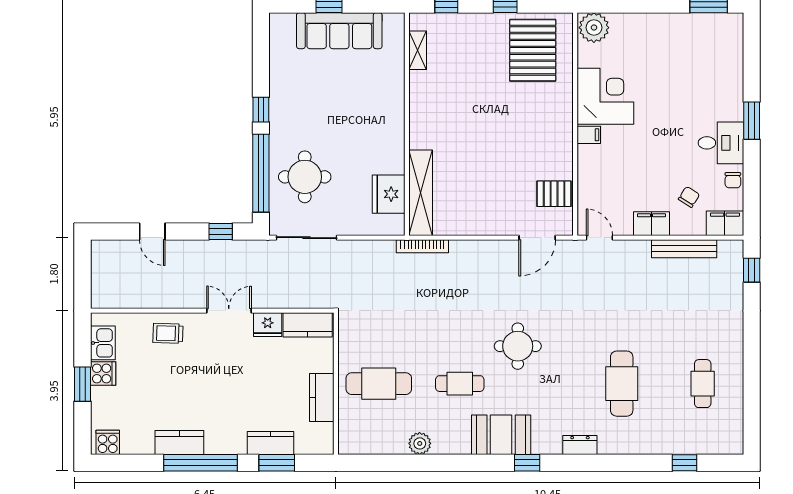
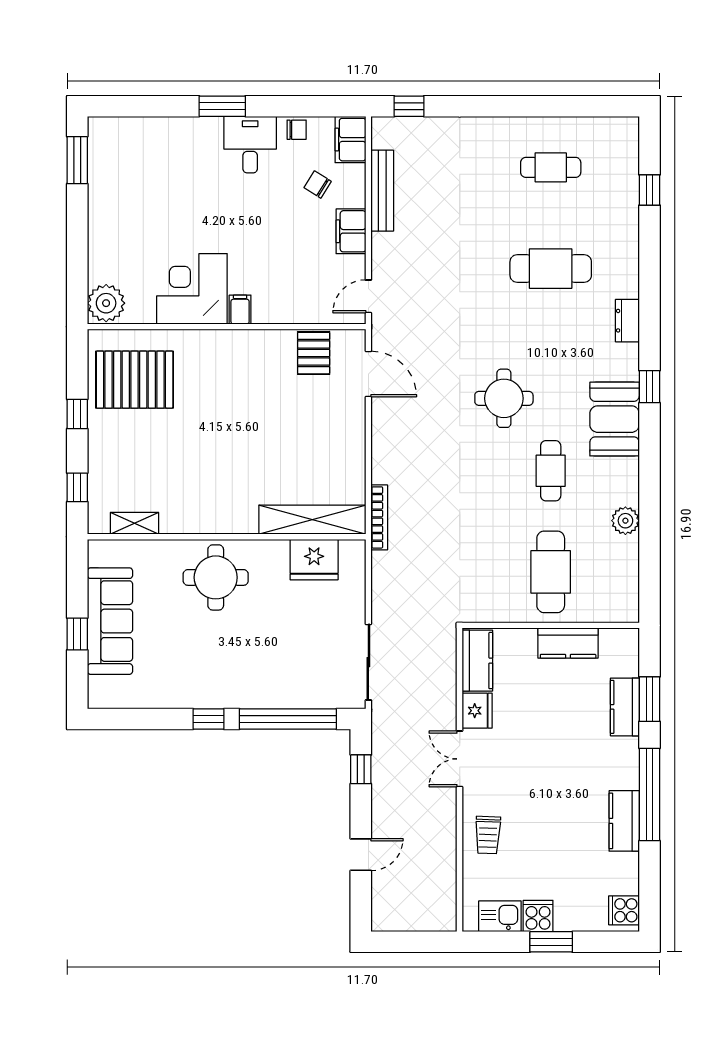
round table: (305, 177) -> (216, 577), moved

